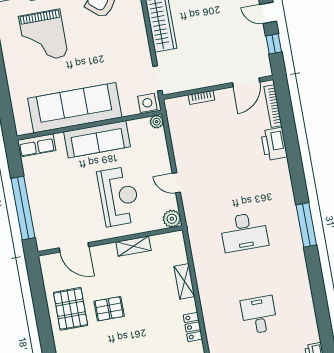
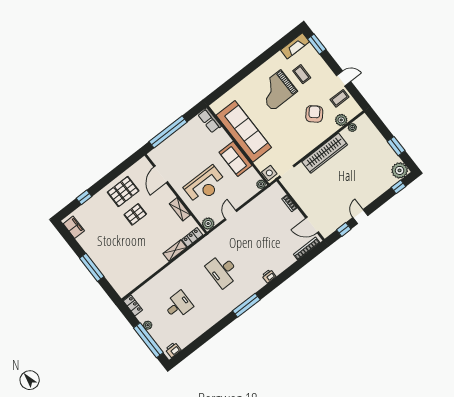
sofa: (97, 139) -> (235, 159), width x0.73
printer: (274, 144) -> (269, 276), moved, width x0.53, depth x0.68
pallet: (109, 309) -> (135, 214), turned 90
locker: (193, 327) -> (192, 237), moved

